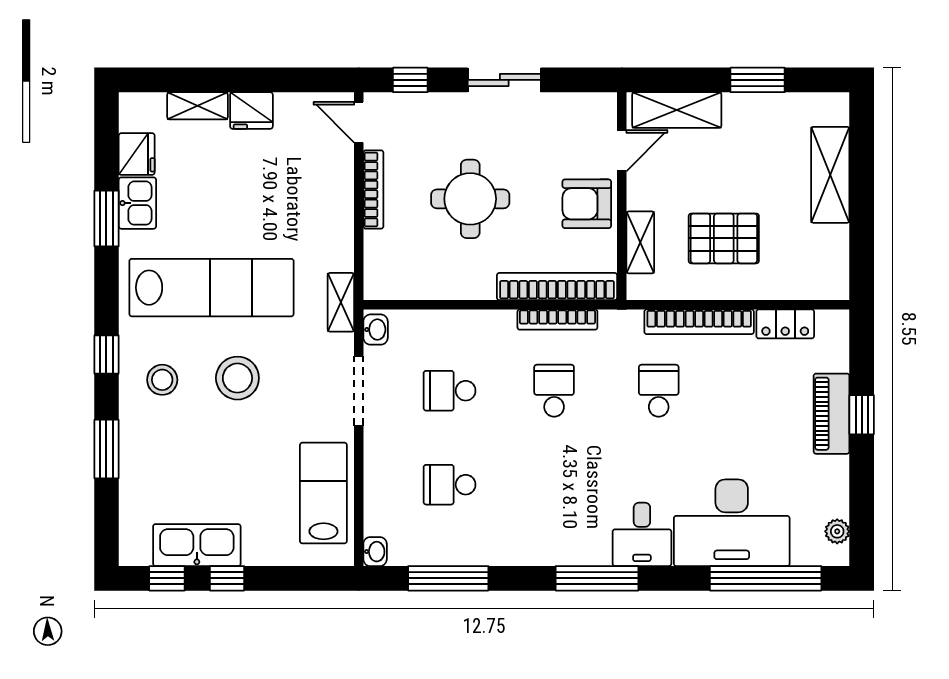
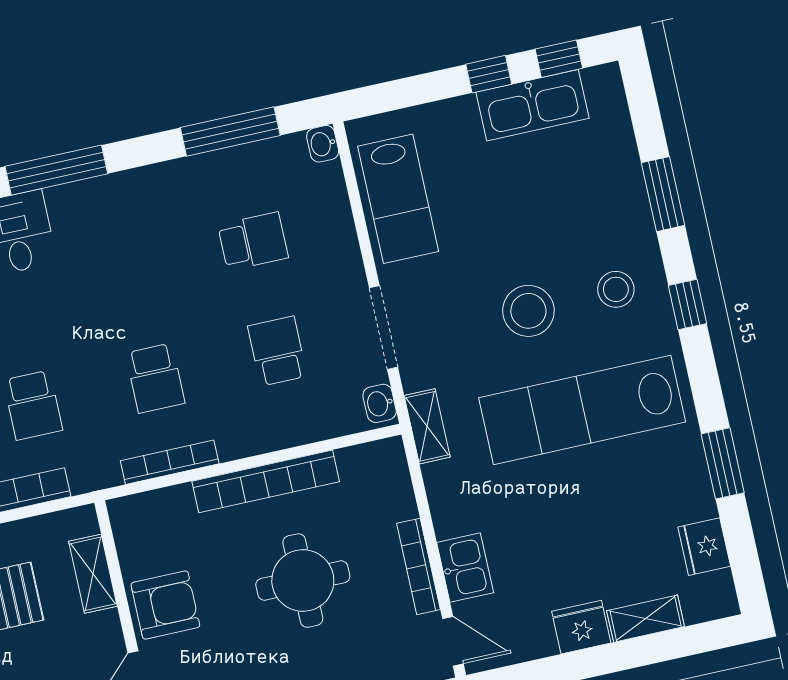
kitchen sink: (137, 203) -> (465, 568), moved, turned 180
bookcase: (557, 286) -> (266, 481), moved
school desk: (450, 391) -> (277, 351), turned -90

